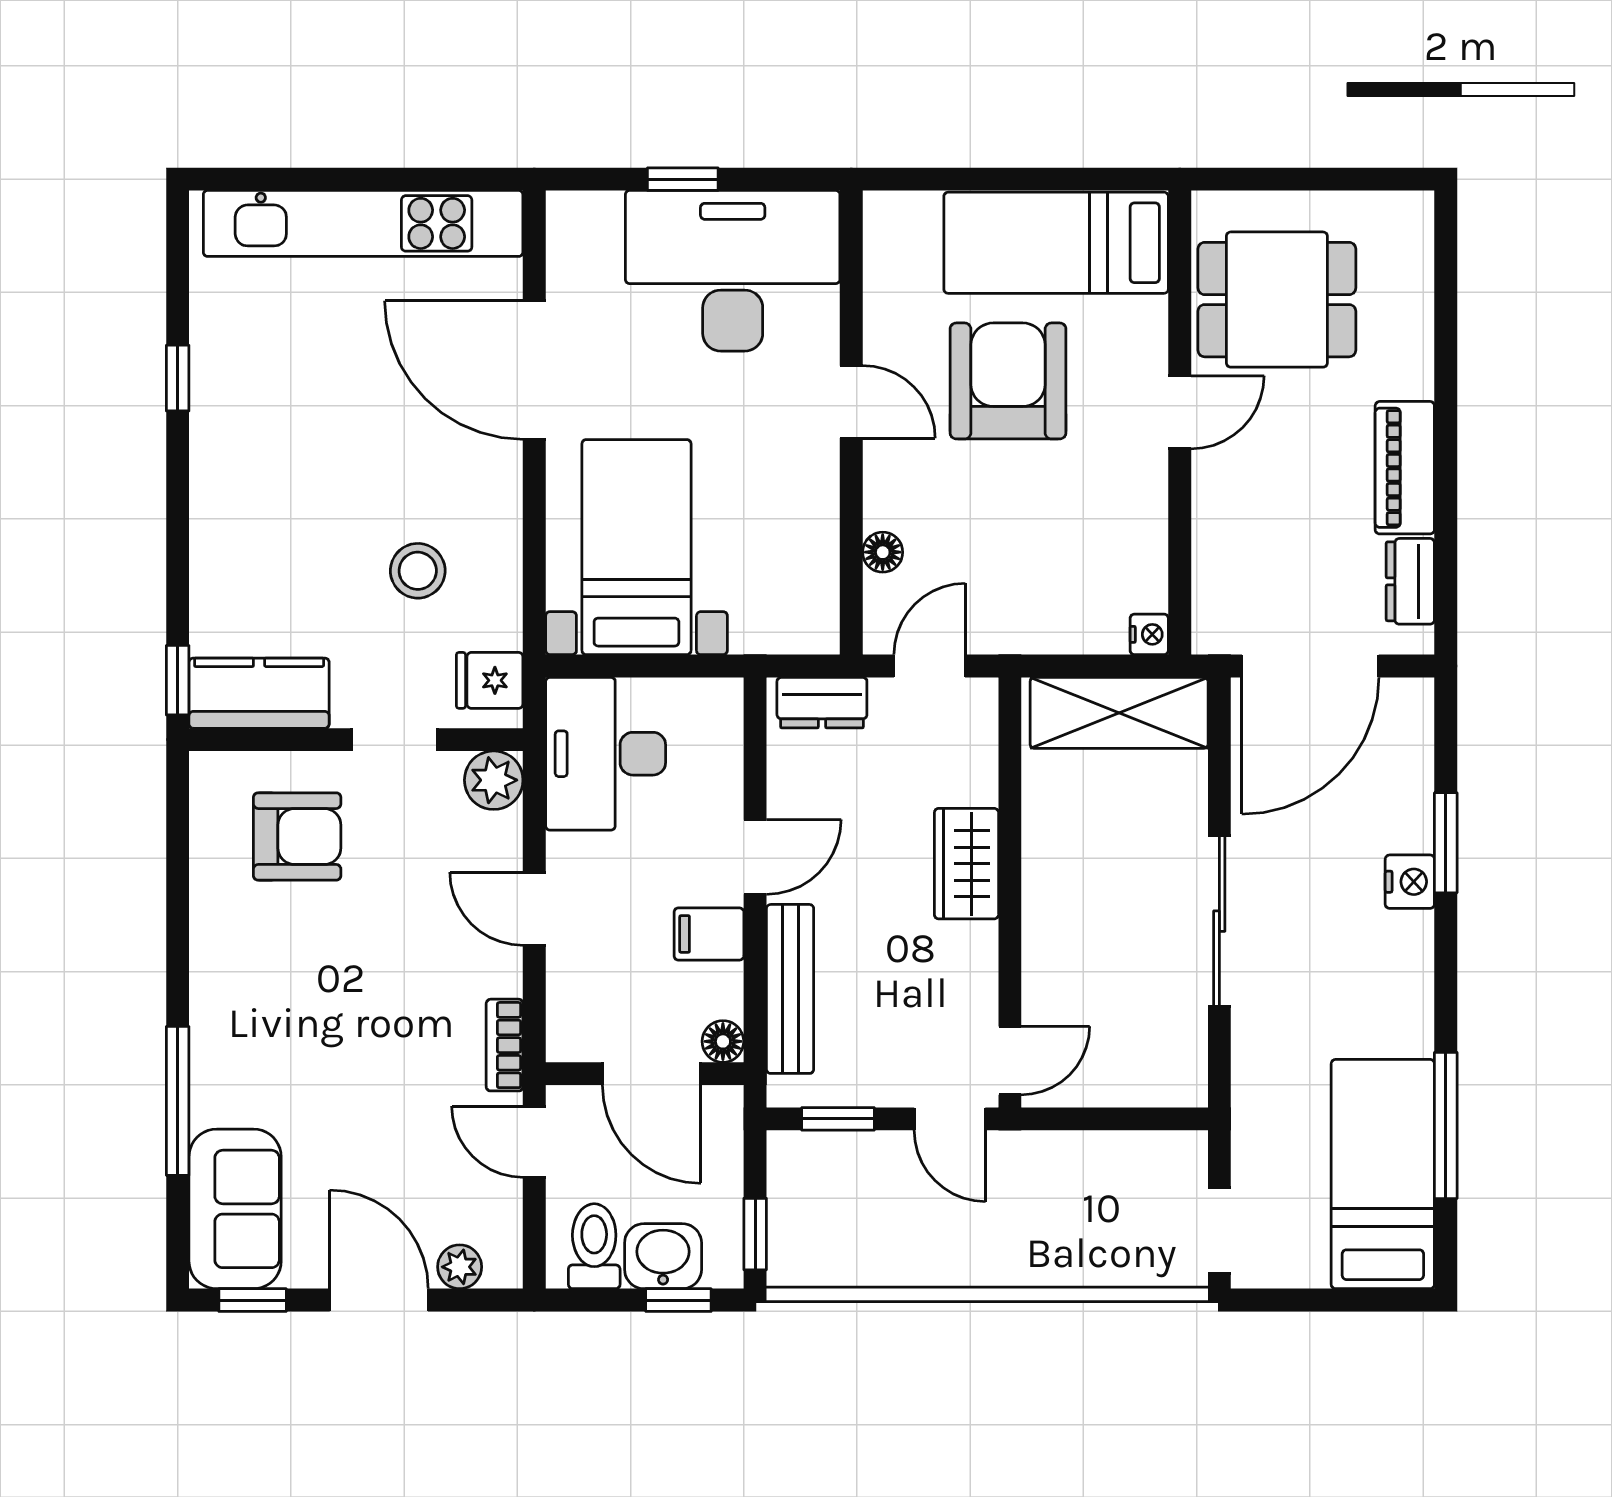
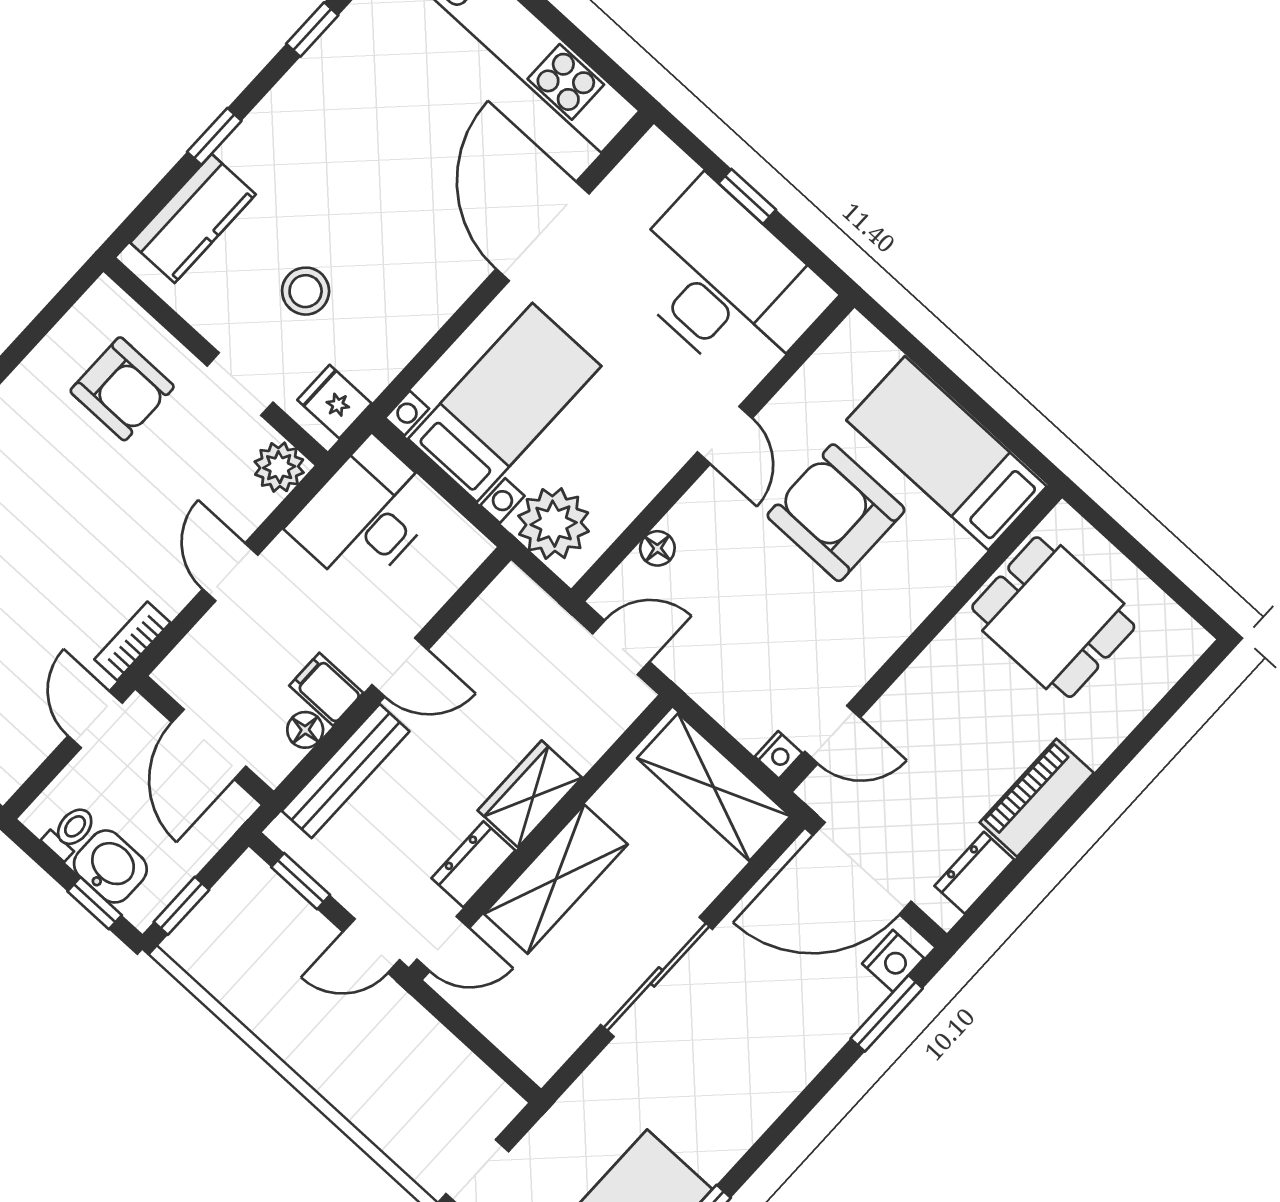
armchair: (1008, 381) -> (836, 513), turned -90
door: (1180, 412) -> (832, 735), moved
stool: (418, 571) -> (306, 291), moved
plant: (774, 613) -> (554, 524), added
window: (178, 680) -> (214, 136), moved
kitchen counter: (259, 693) -> (193, 219), moved, turned 90
dresser: (822, 703) -> (473, 864), moved, turned 90
window: (1446, 843) -> (887, 1013), moved
nightstand: (1410, 882) -> (893, 961), moved
shelving: (1056, 916) -> (556, 879), added
floor lamp: (723, 1041) -> (305, 730), moved
door: (950, 1119) -> (371, 946), hinge flipped
toilet: (594, 1246) -> (70, 832), width x0.73, depth x0.72

